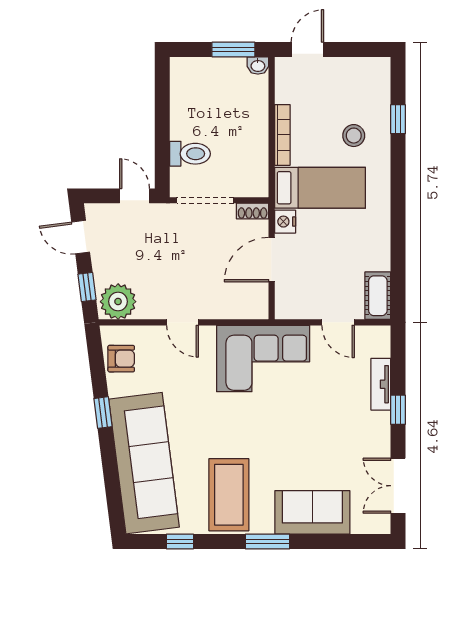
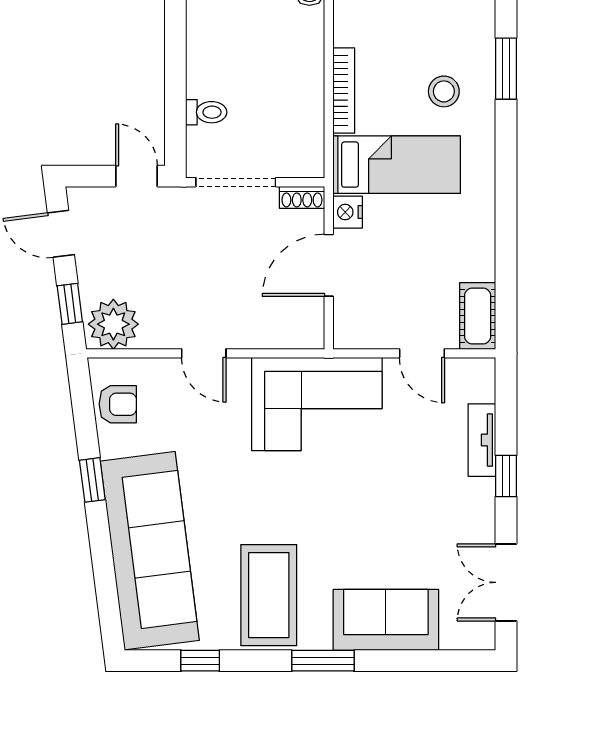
window: (398, 119) -> (506, 69), width x1.50
toilet: (190, 154) -> (206, 112), width x0.73, depth x0.72

